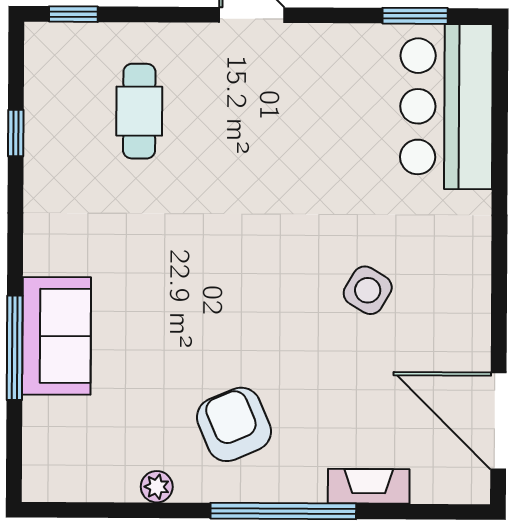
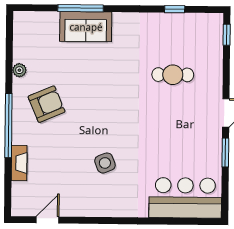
window: (415, 16) -> (225, 153), moved
cafe table: (139, 111) -> (173, 75), moved
side table: (368, 290) -> (105, 163), turned 38
door: (498, 421) -> (47, 220), width x0.53

